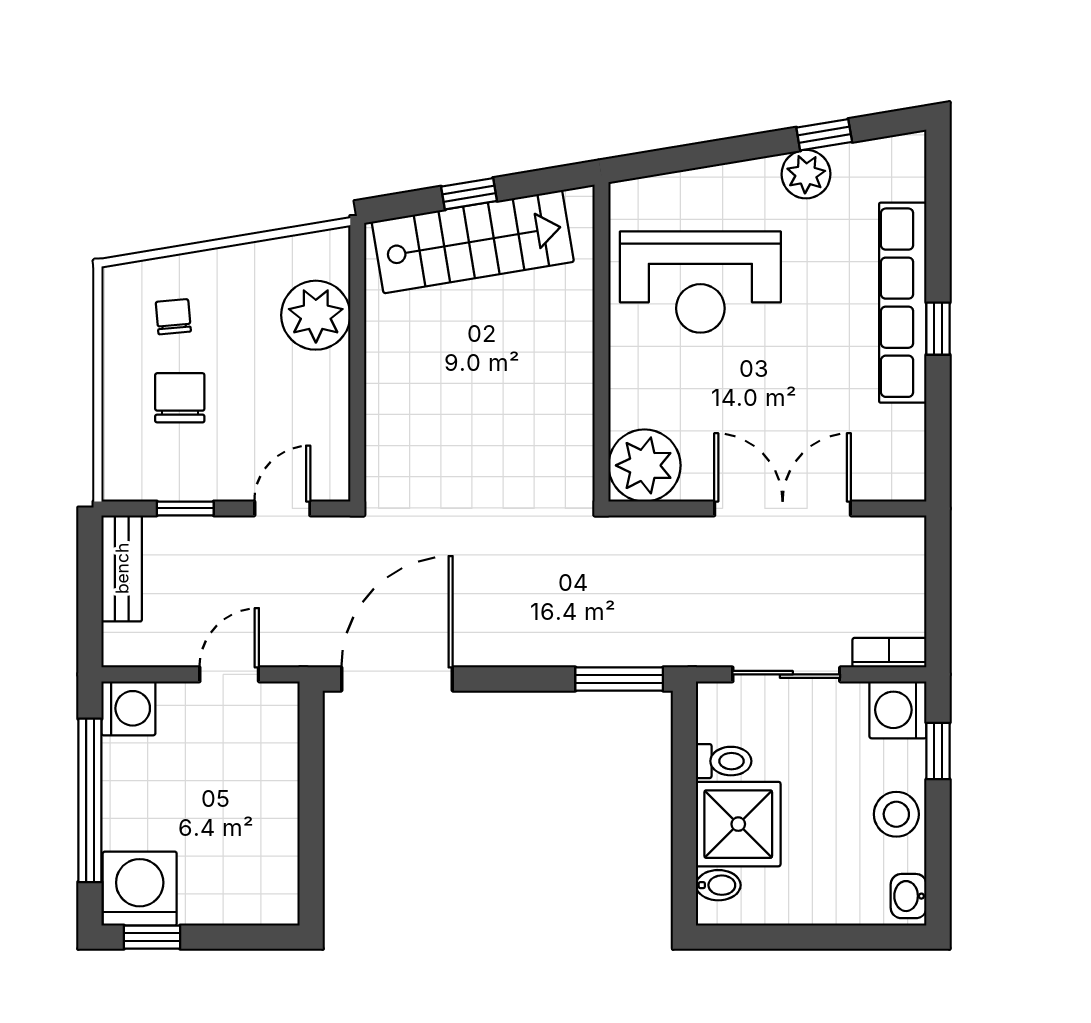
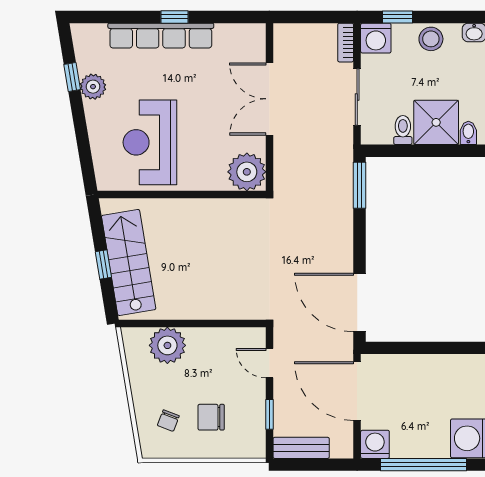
reception desk: (700, 282) -> (150, 142), turned 180
chair: (173, 317) -> (168, 421), turned -64
door: (229, 674) -> (357, 391), width x1.88

